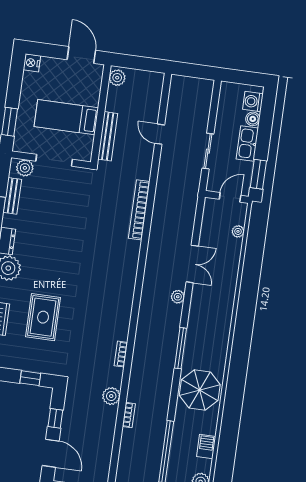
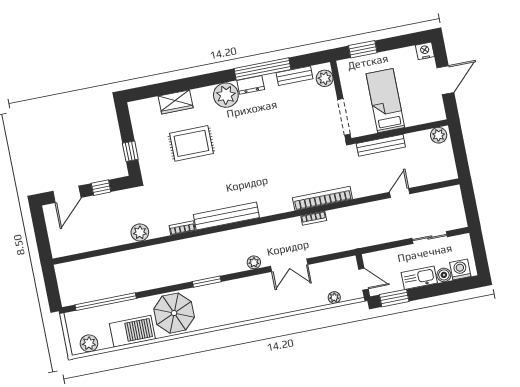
door: (81, 55) -> (445, 80), moved
sliding door: (208, 151) -> (430, 237), moved
doorway: (54, 160) -> (344, 117), moved
bench: (124, 308) -> (226, 216), added
window: (181, 348) -> (207, 282), width x0.69
bookcase: (129, 415) -> (314, 218), moved
barbecue: (206, 446) -> (132, 331), width x1.88, depth x1.53

